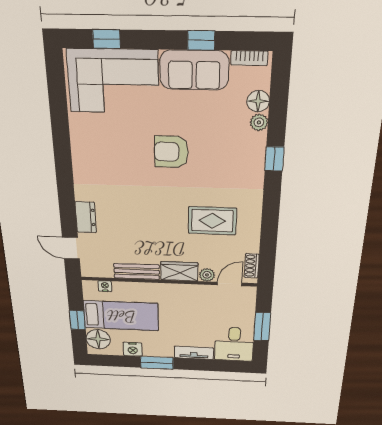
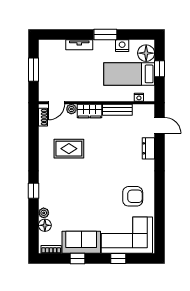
window: (106, 39) -> (118, 258), moved
armchair: (171, 152) -> (133, 196), moved
desk: (234, 344) -> (52, 54), removed

